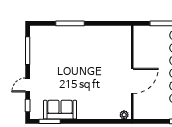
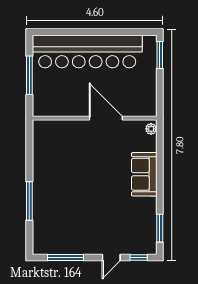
door: (28, 85) -> (111, 258), hinge flipped
sofa: (60, 110) -> (144, 174), moved

